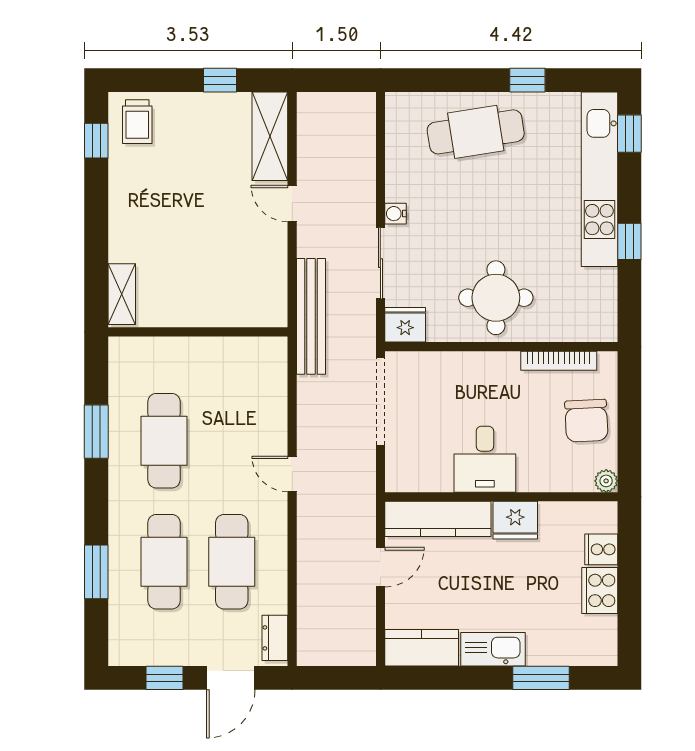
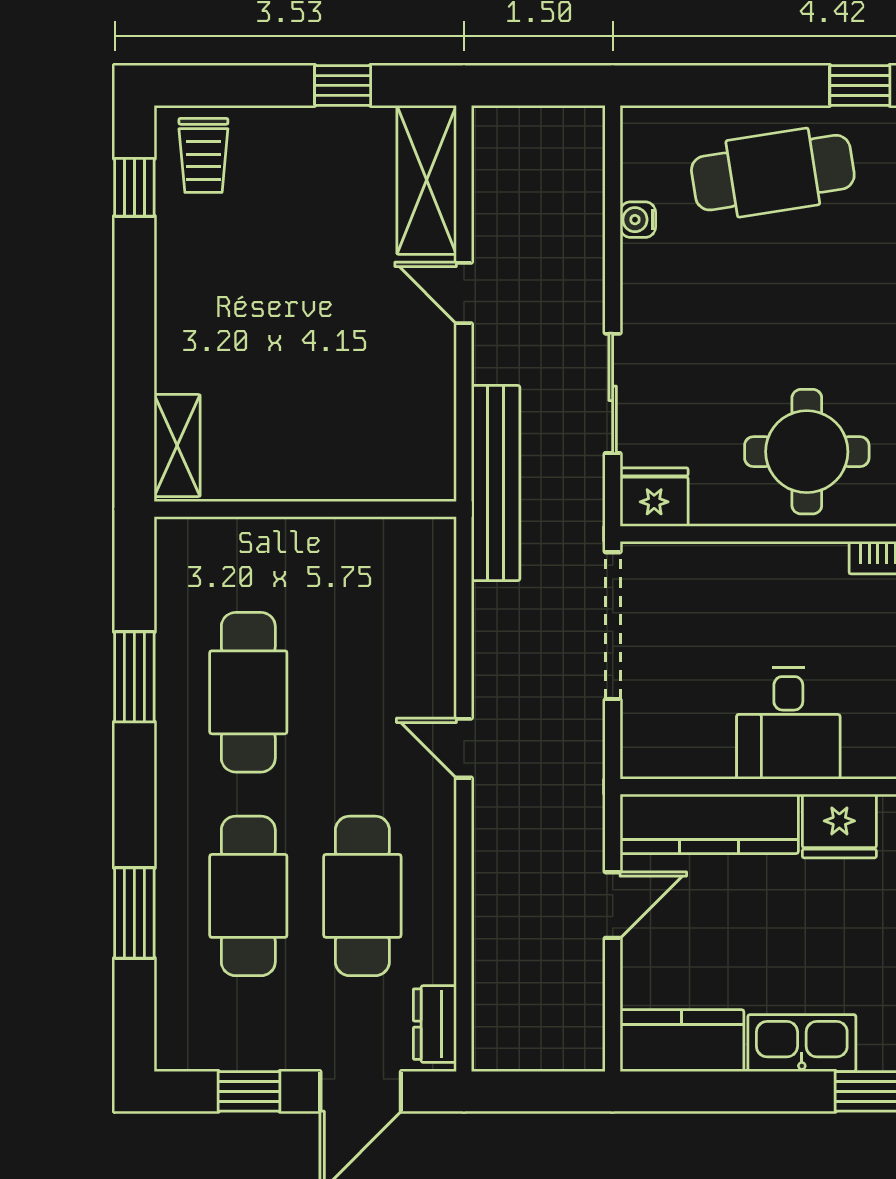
water cooler: (395, 214) -> (638, 220), moved

